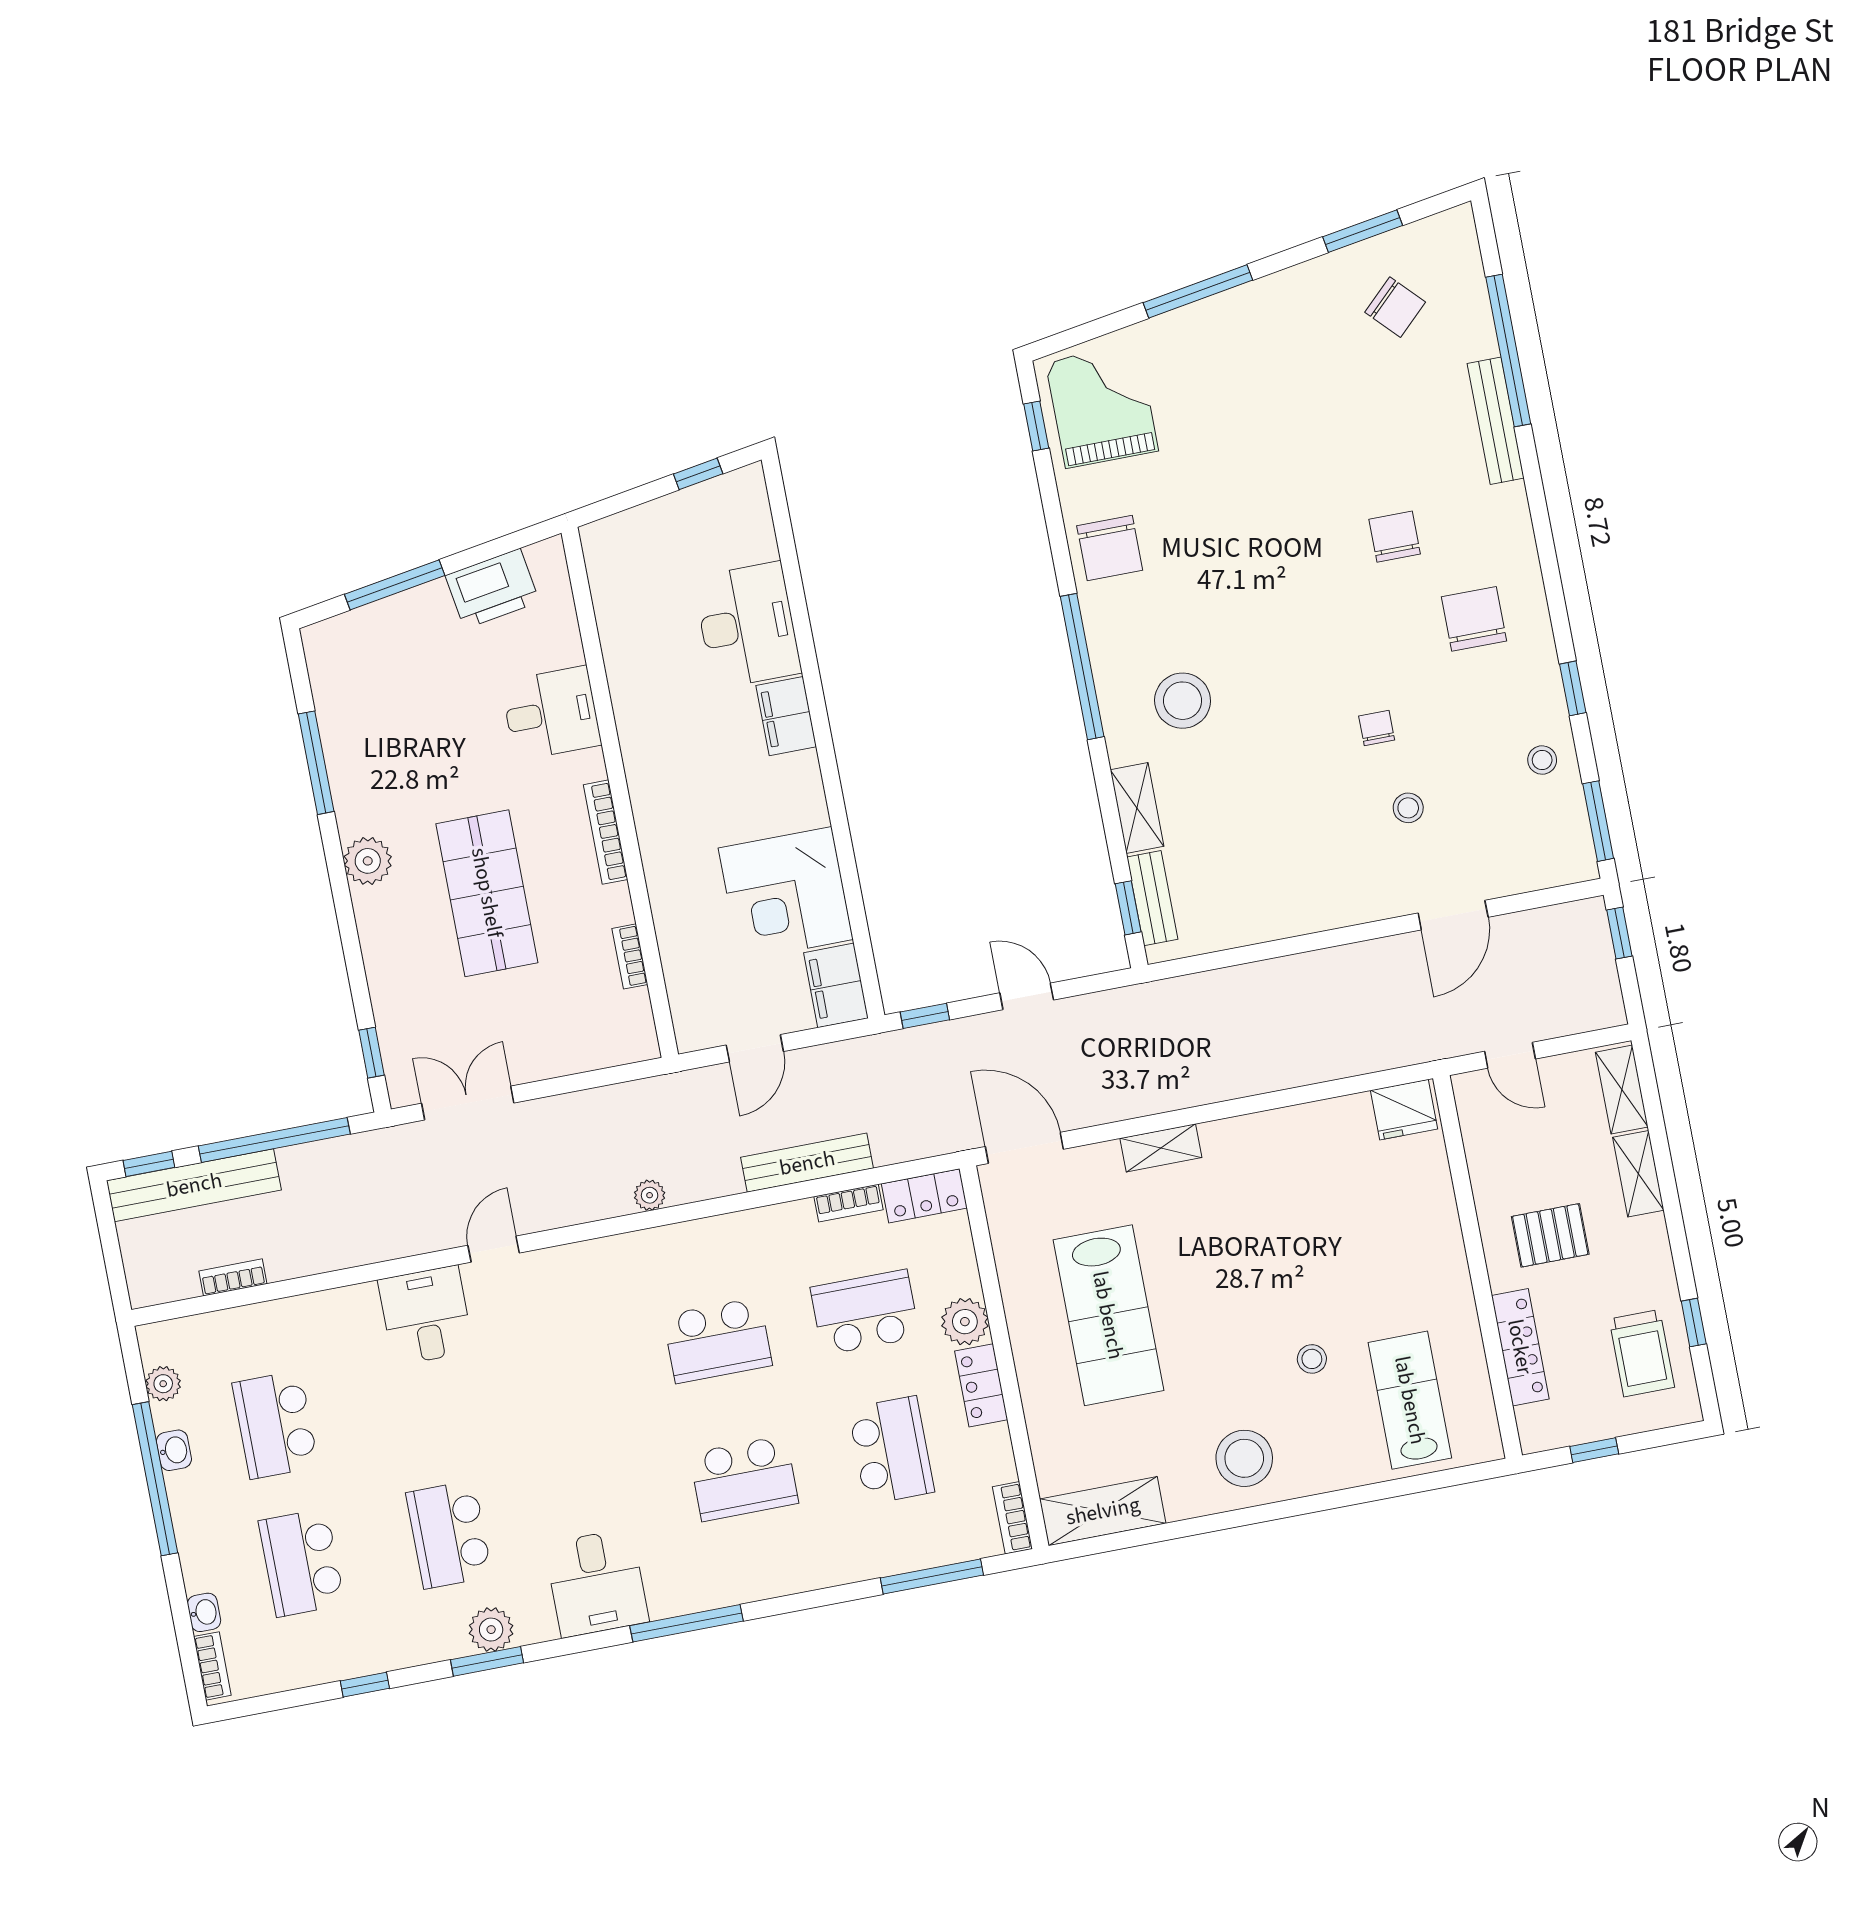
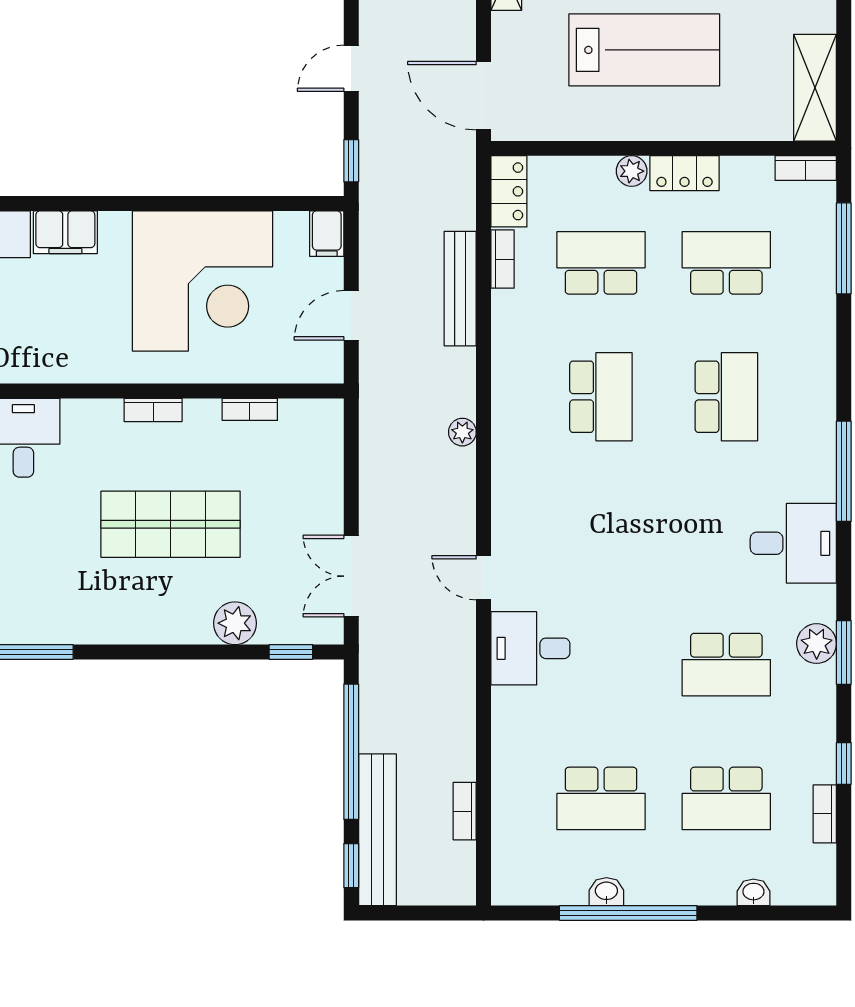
bookcase: (606, 832) -> (153, 410), width x0.64
plant: (368, 861) -> (235, 623), moved
corner desk: (786, 894) -> (202, 281), width x1.36, depth x1.36
filing cabinet: (836, 985) -> (327, 234), width x0.50
door: (755, 1048) -> (351, 315), swing flipped
door: (1024, 1148) -> (484, 96), hinge flipped
school desk: (865, 1312) -> (601, 263), turned 90
plant: (965, 1322) -> (632, 171), width x0.73, depth x0.73
plant: (163, 1384) -> (546, 890), removed
bookcase: (212, 1666) -> (825, 814), moved, turned -90

